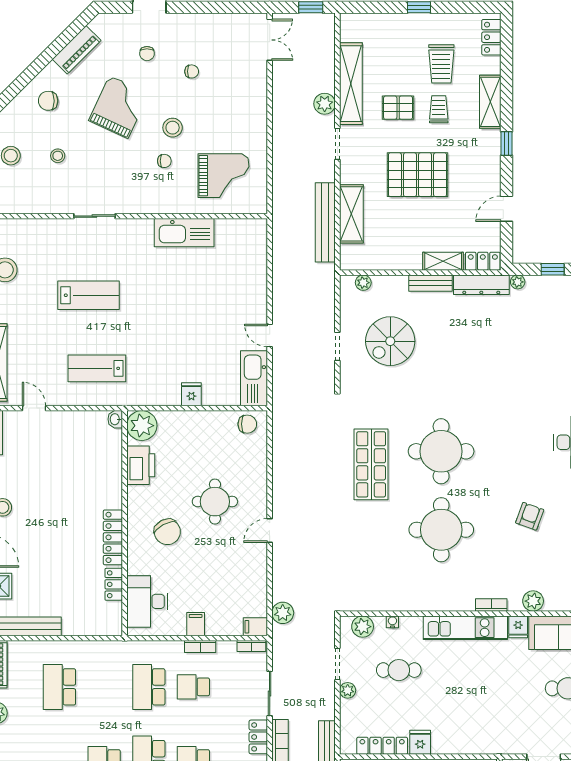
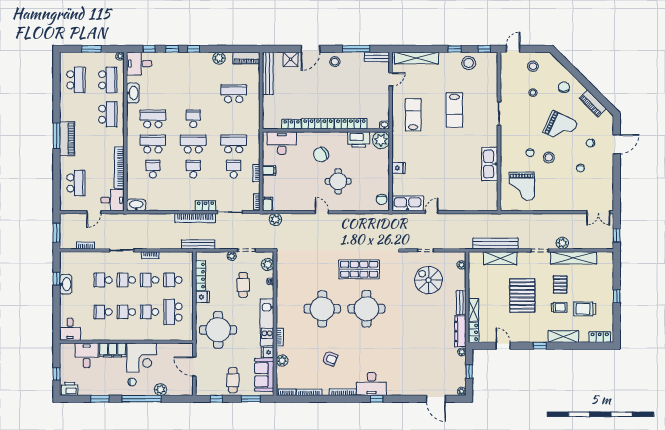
locker: (113, 479) -> (351, 124), added
round table: (479, 715) -> (218, 330), added

